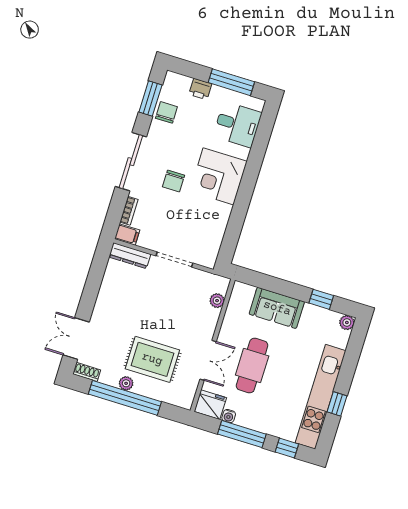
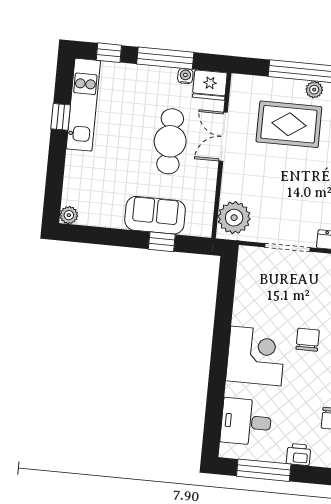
window: (321, 299) -> (162, 242), moved
plant: (217, 301) -> (234, 218), width x1.88, depth x1.88
kitchen unit: (321, 397) -> (83, 105), width x0.73

